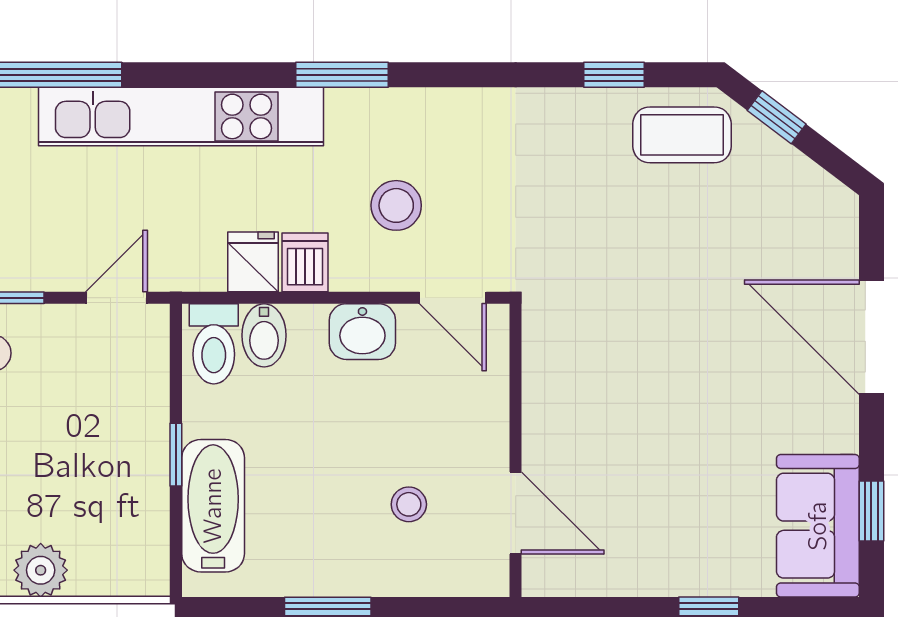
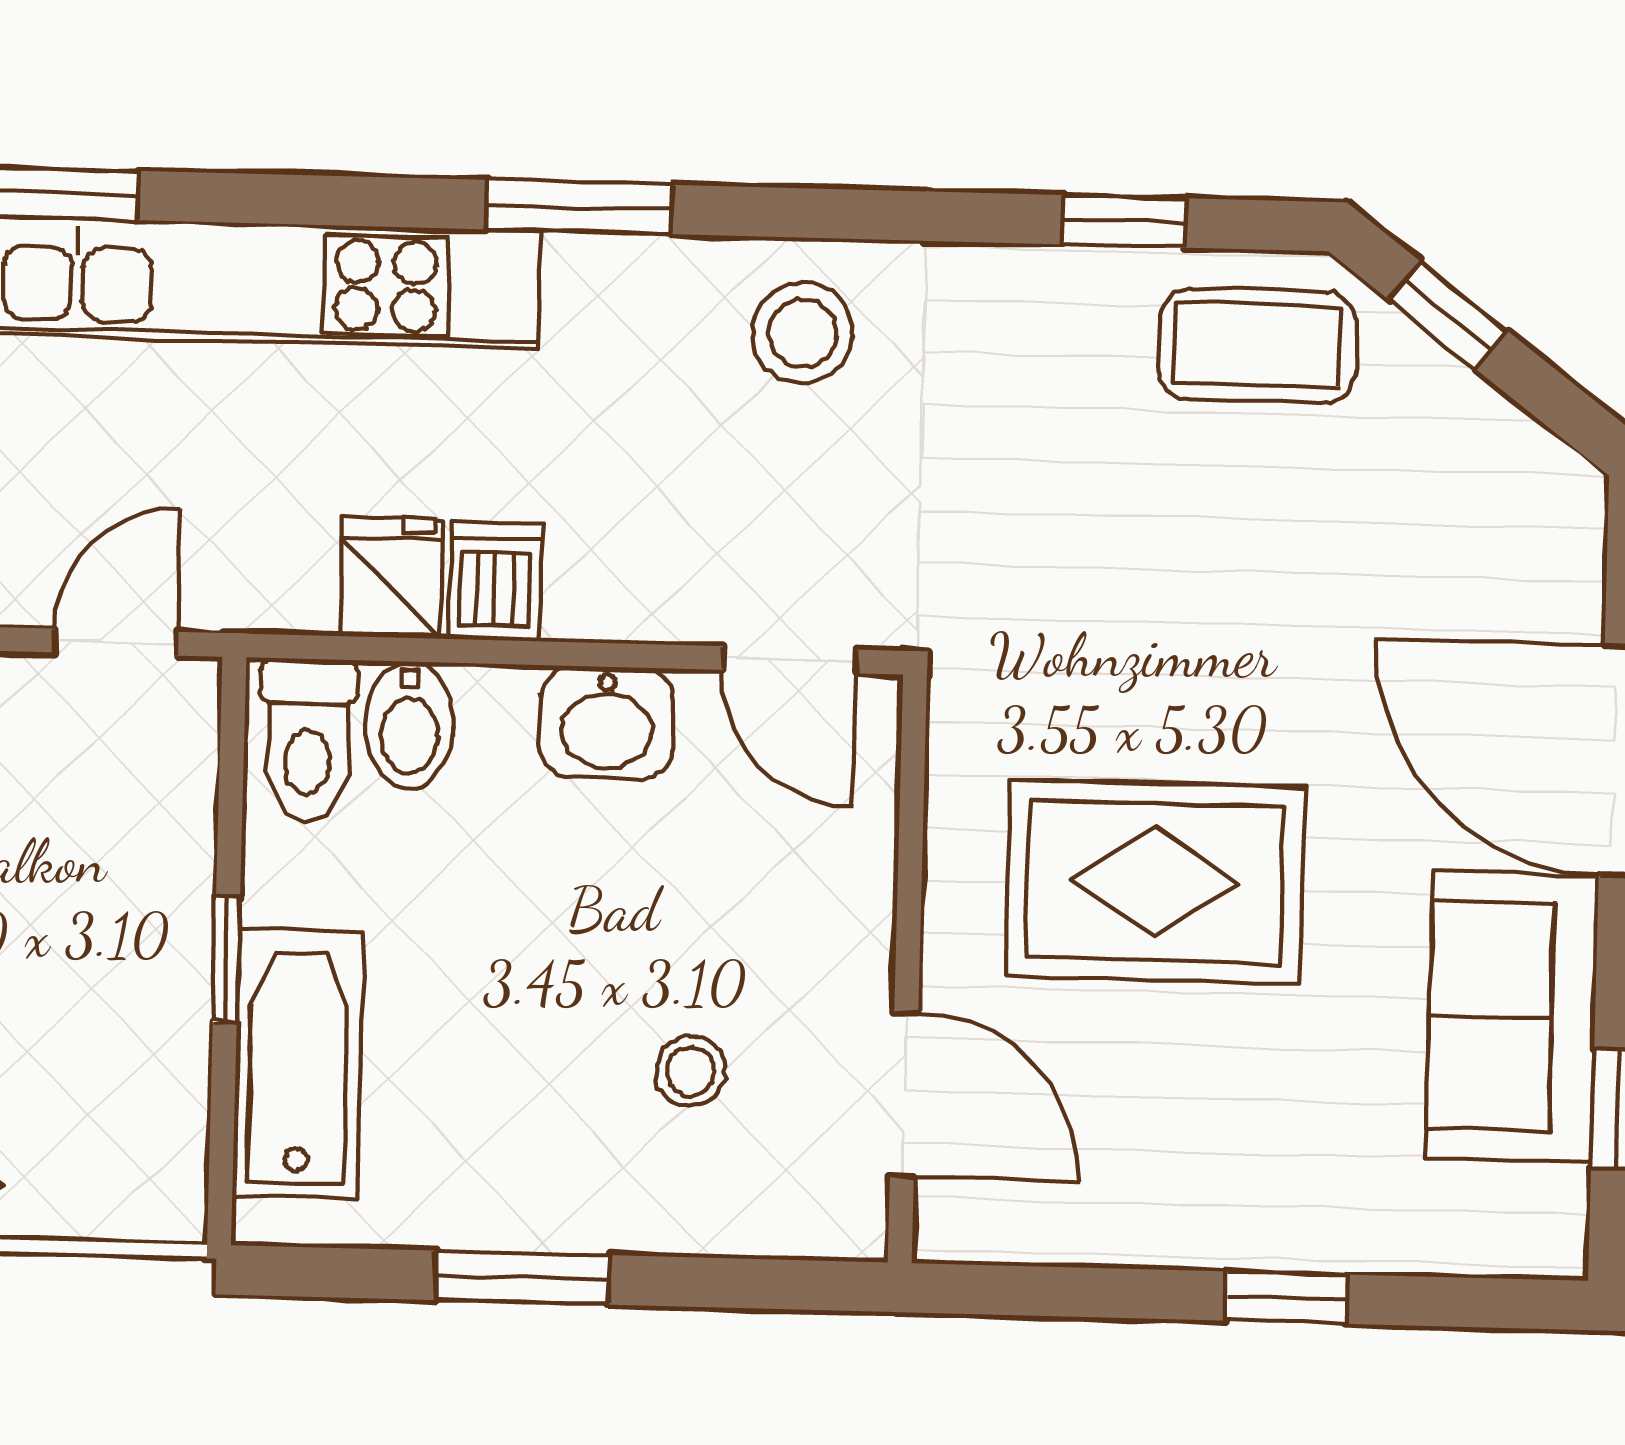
stool: (396, 205) -> (802, 333), moved
rug: (638, 404) -> (1155, 882), added
sofa: (818, 526) -> (1512, 1017), moved

